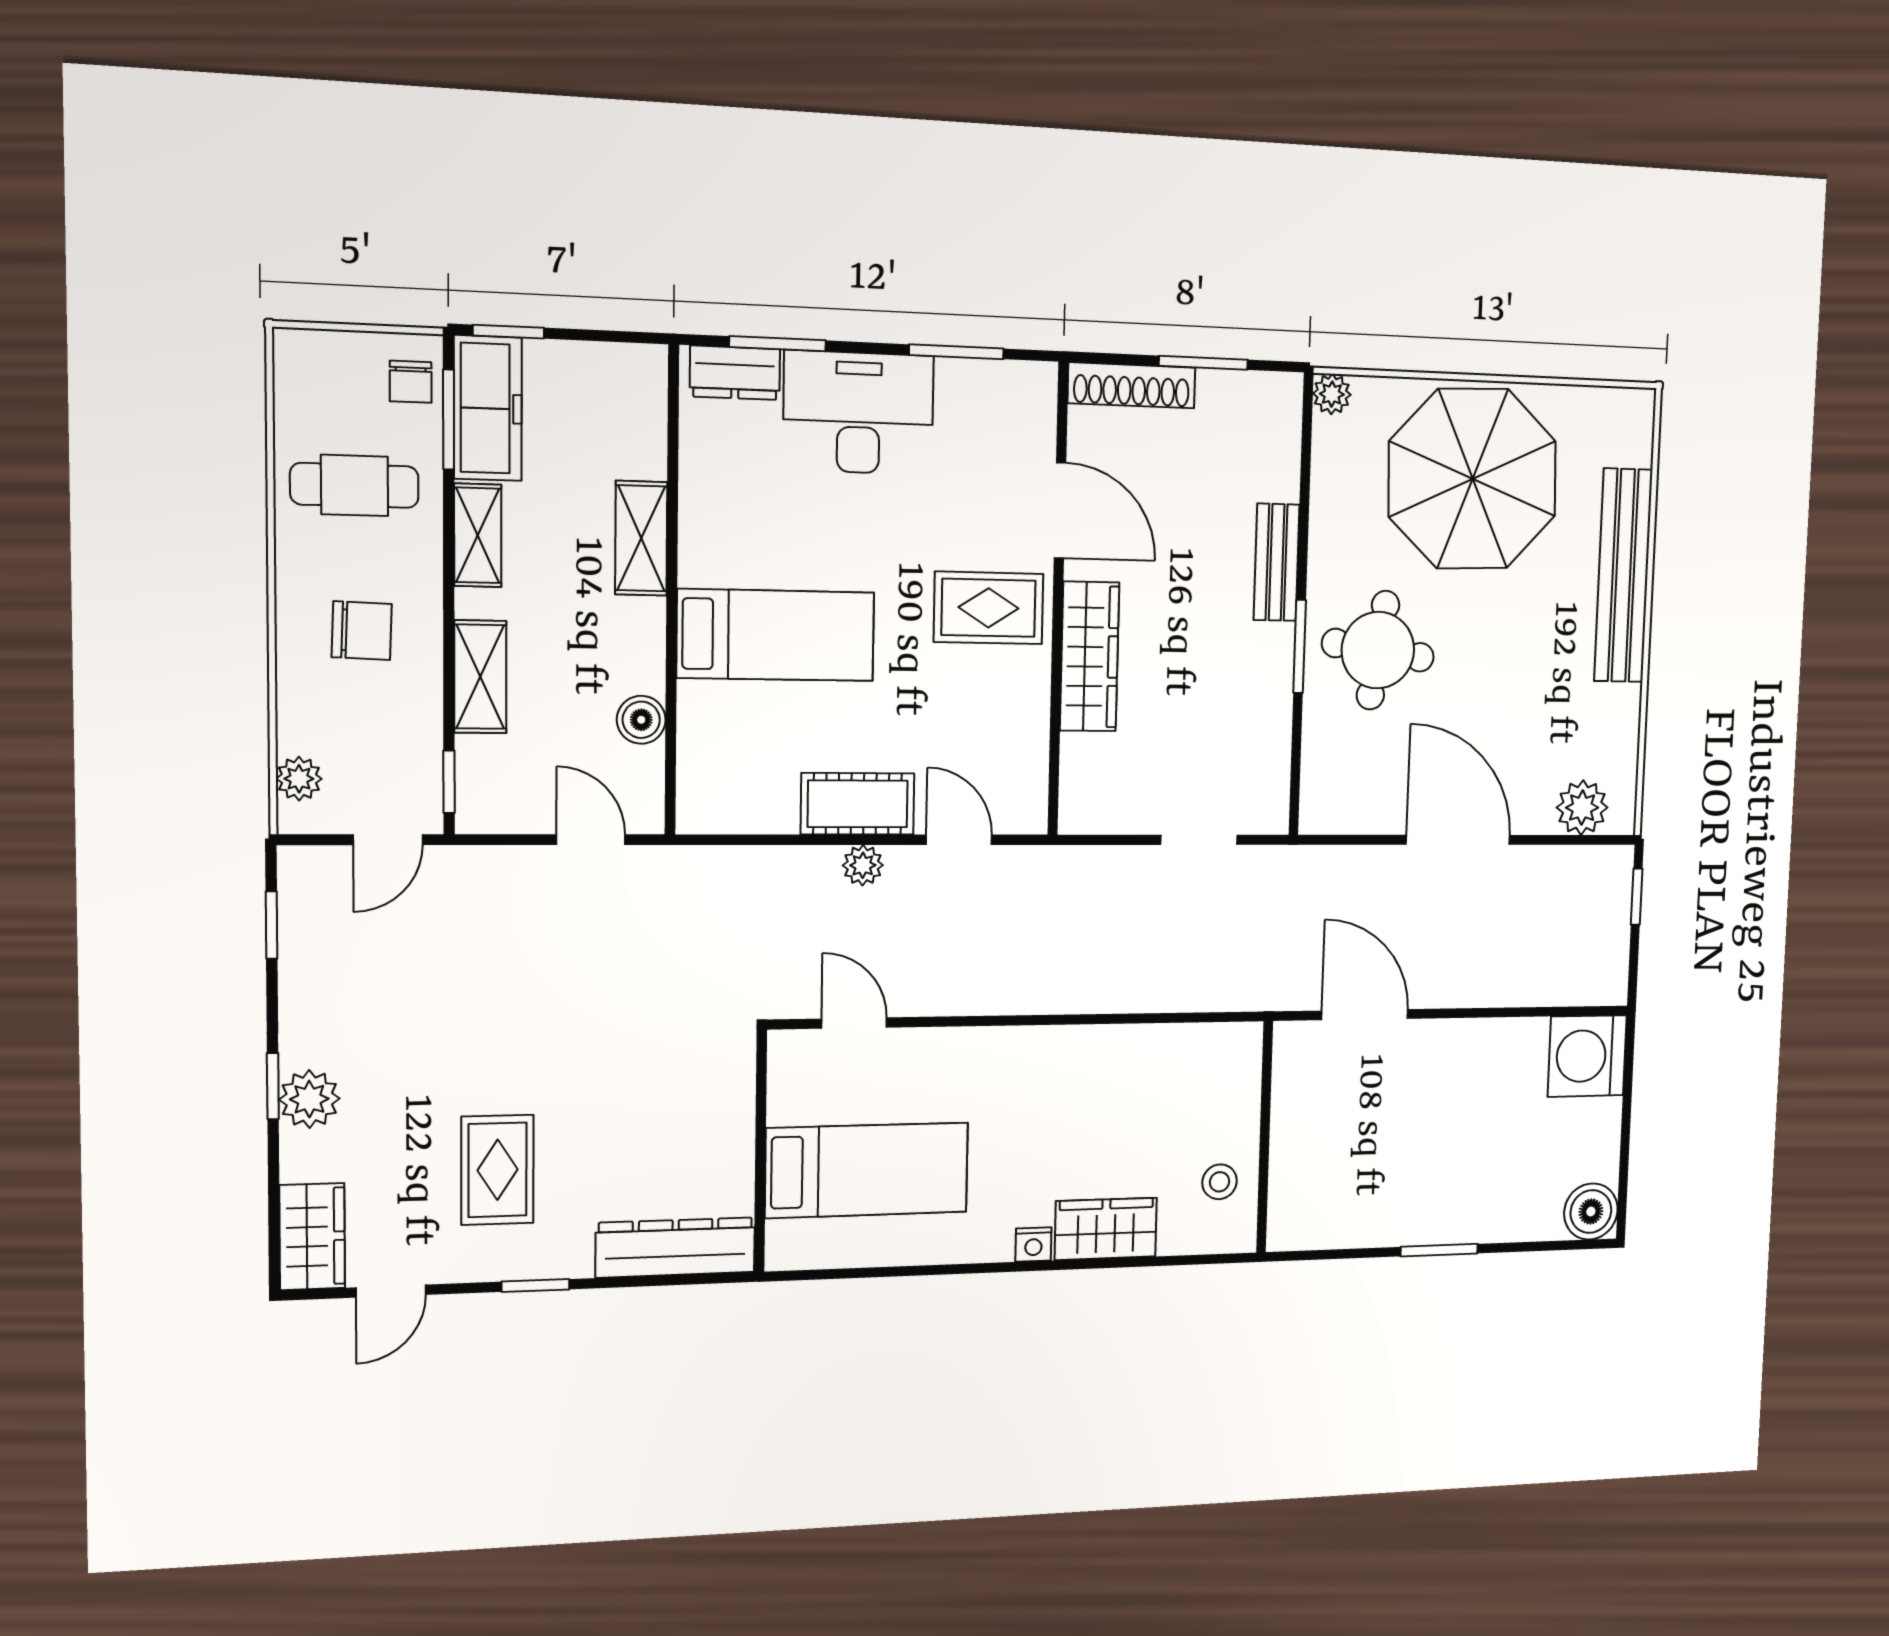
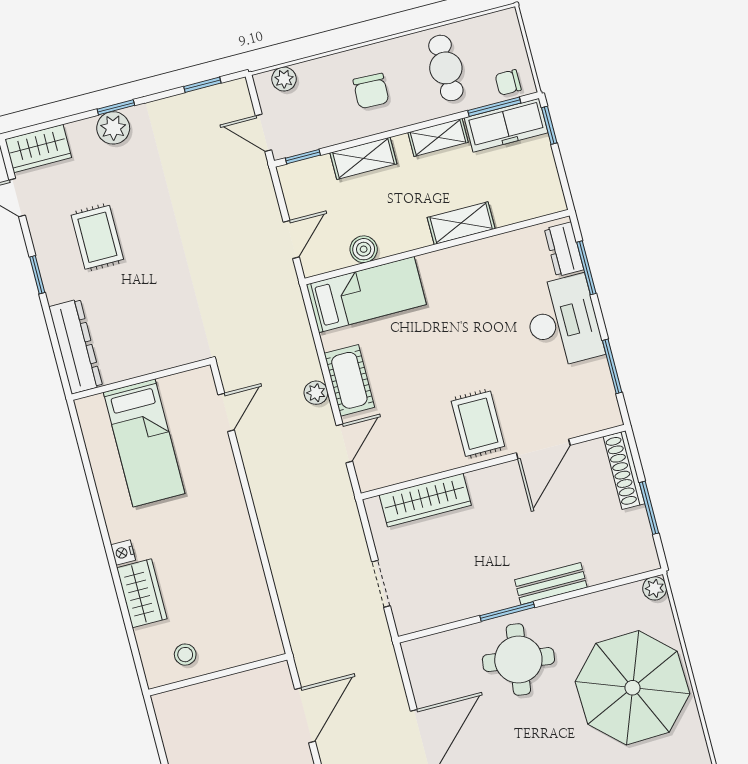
bed: (776, 635) -> (366, 294), moved, turned -90
wardrobe: (1090, 657) -> (425, 500), moved
rug: (497, 1170) -> (97, 237), turned 90

